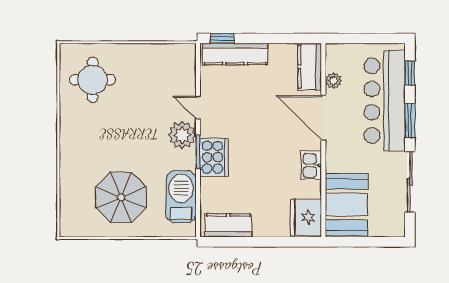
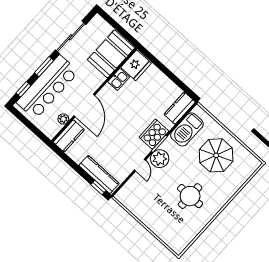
round table: (93, 80) -> (190, 196), moved
kitchen sink: (311, 165) -> (119, 79), moved
kitchen counter: (228, 225) -> (180, 108), moved, turned 90

